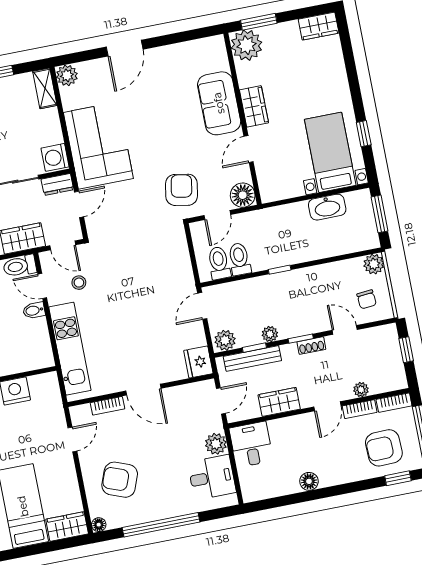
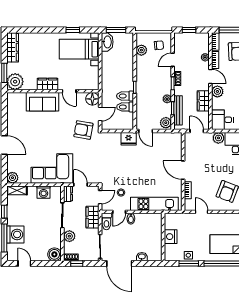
wardrobe: (319, 26) -> (13, 47), width x1.50
washing machine: (55, 157) -> (44, 192), moved
washbasin: (327, 207) -> (107, 42), moved
door: (217, 215) -> (100, 114), hinge flipped
toilet: (219, 263) -> (125, 96), moved
plant: (374, 264) -> (141, 50), moved
fridge: (198, 362) -> (129, 139), moved
door: (143, 390) -> (183, 170), swing flipped
plant: (302, 425) -> (217, 91), added

